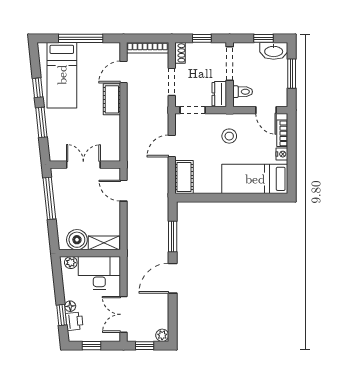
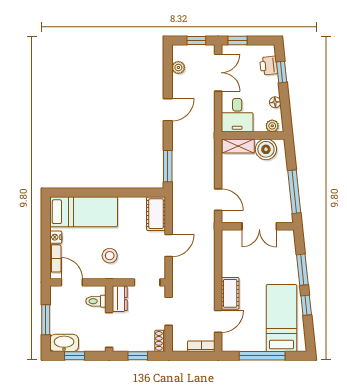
bookcase: (148, 48) -> (201, 346), width x0.64
window: (173, 237) -> (168, 166), moved
desk: (99, 273) -> (237, 115), width x0.73
door: (173, 278) -> (168, 110), width x0.73
floor lamp: (70, 306) -> (275, 102), moved
plant: (162, 335) -> (178, 67), moved
window: (91, 346) -> (238, 41), moved

